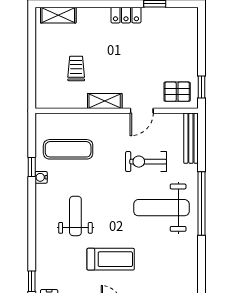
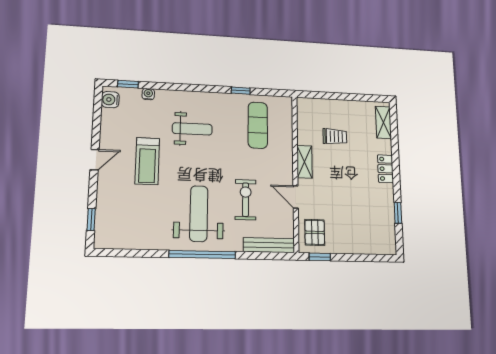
locker: (126, 15) -> (385, 169), moved
water cooler: (41, 177) -> (148, 94), moved

